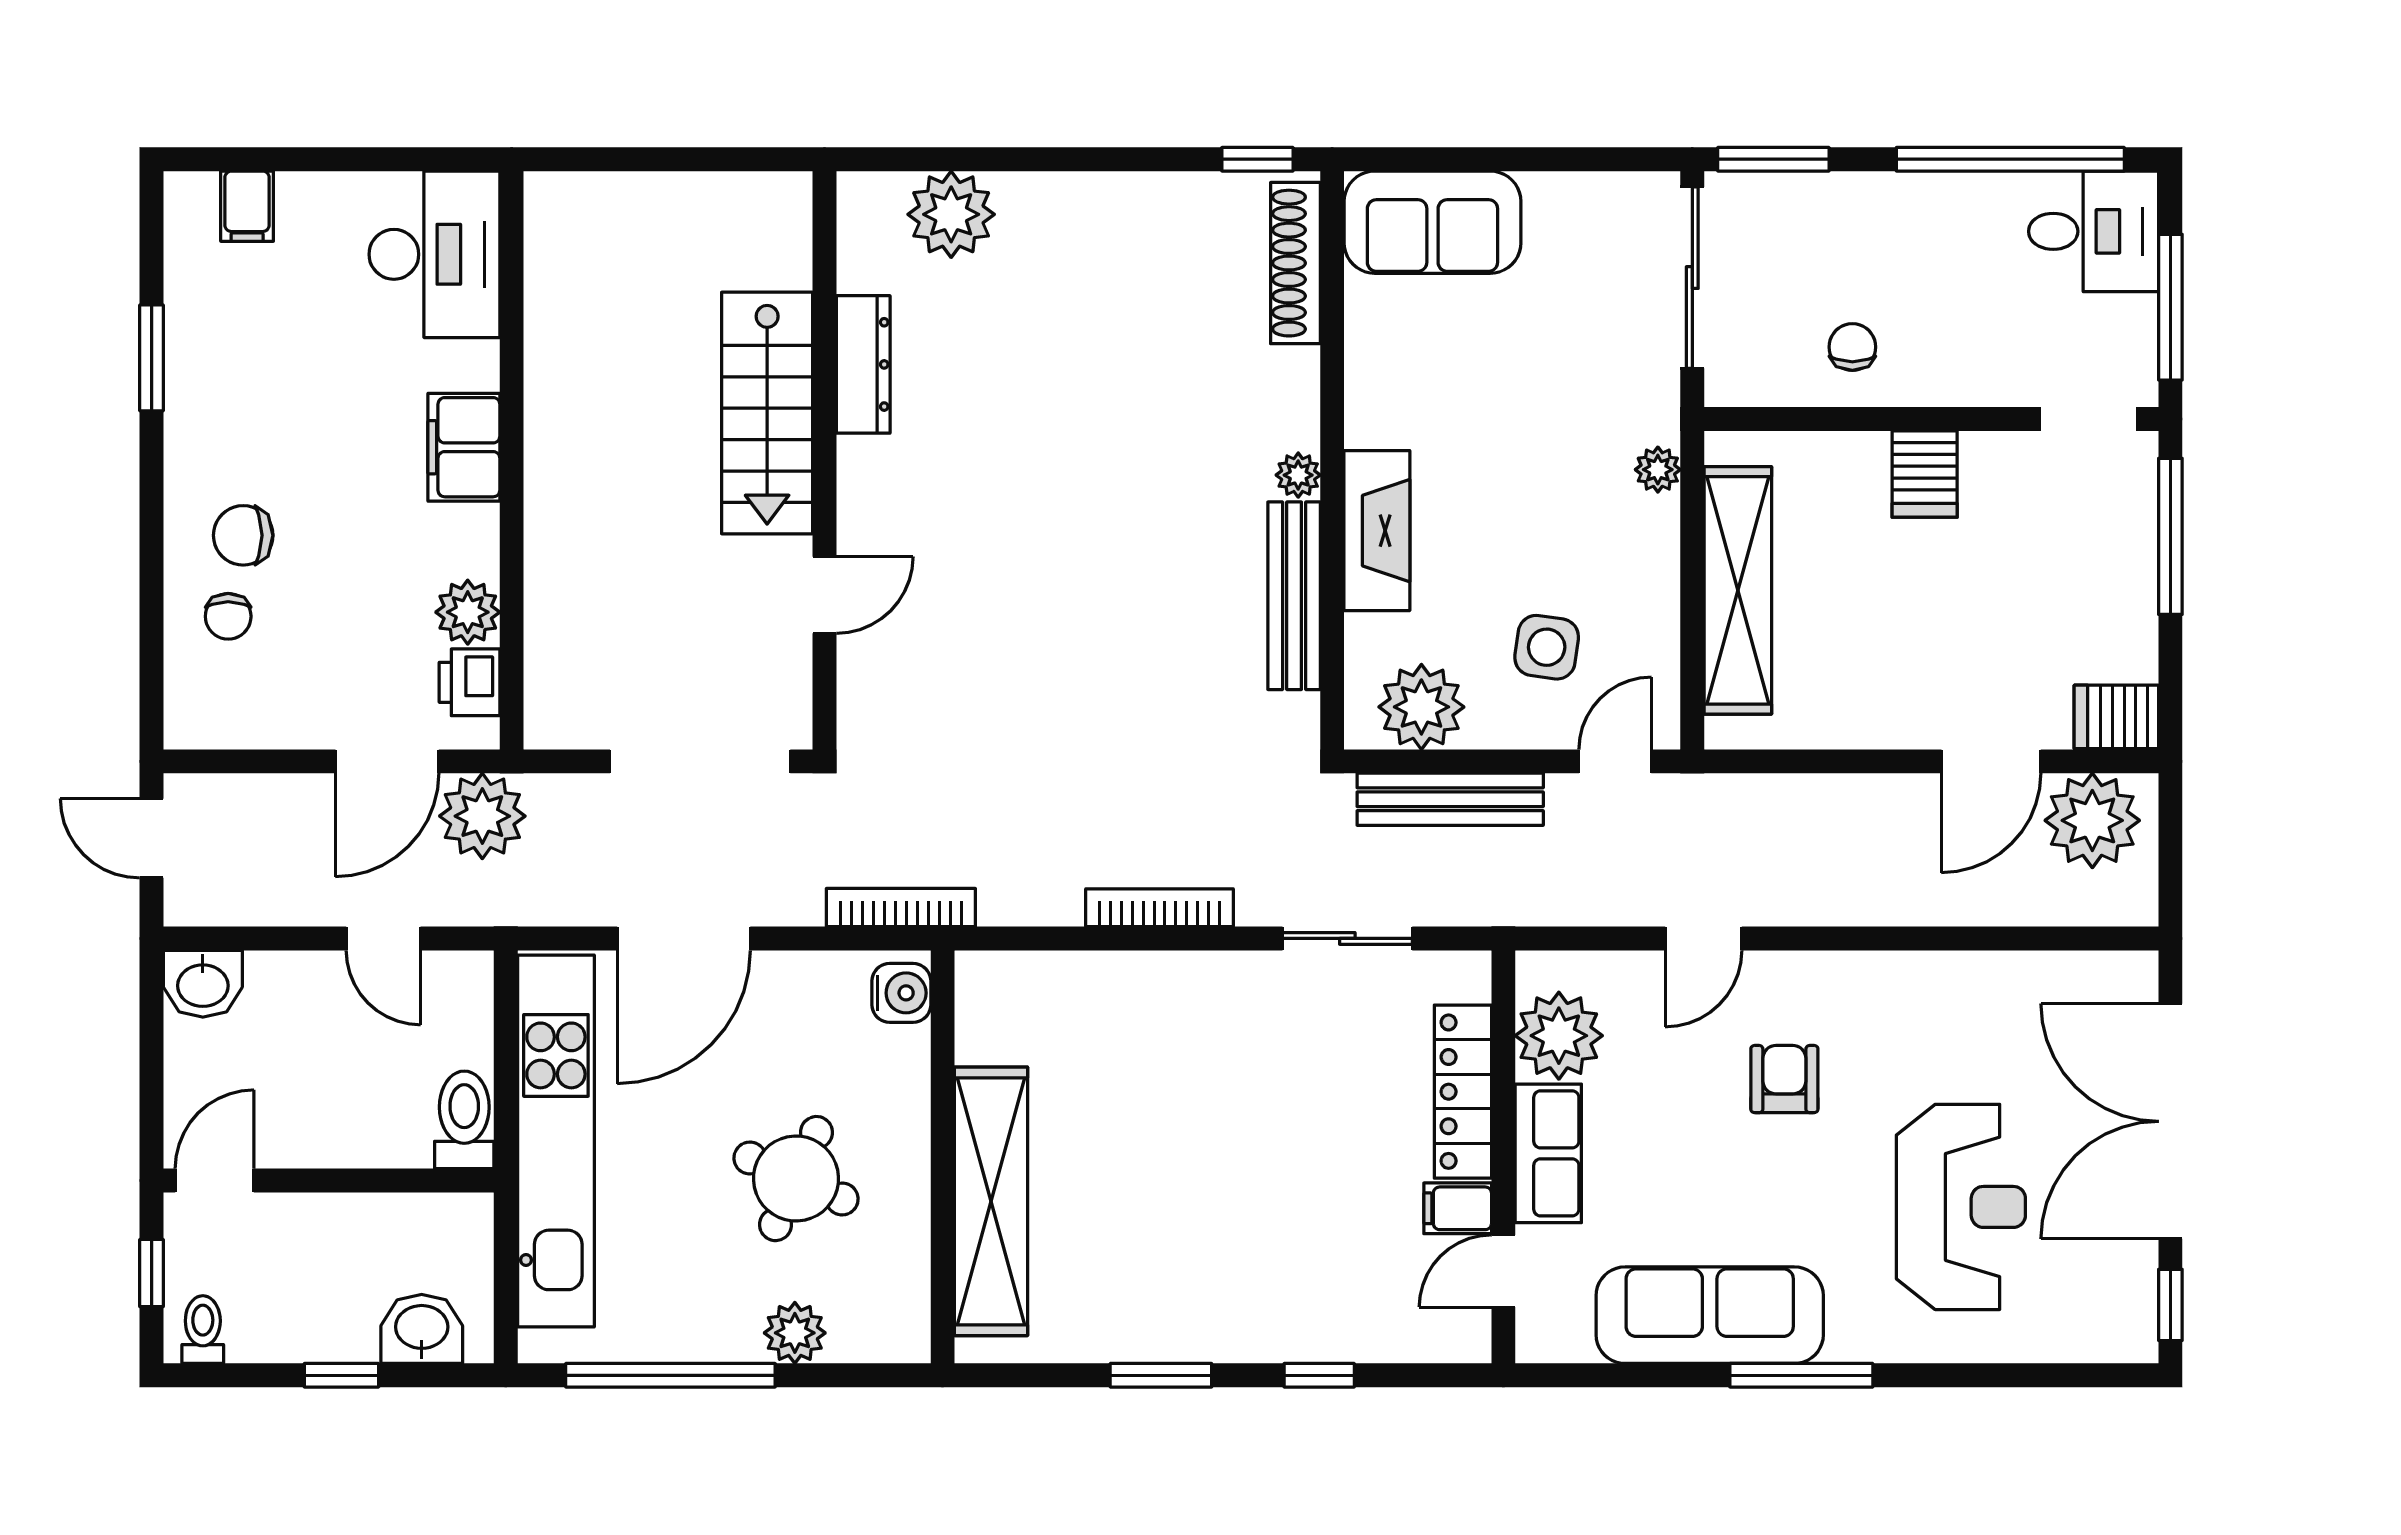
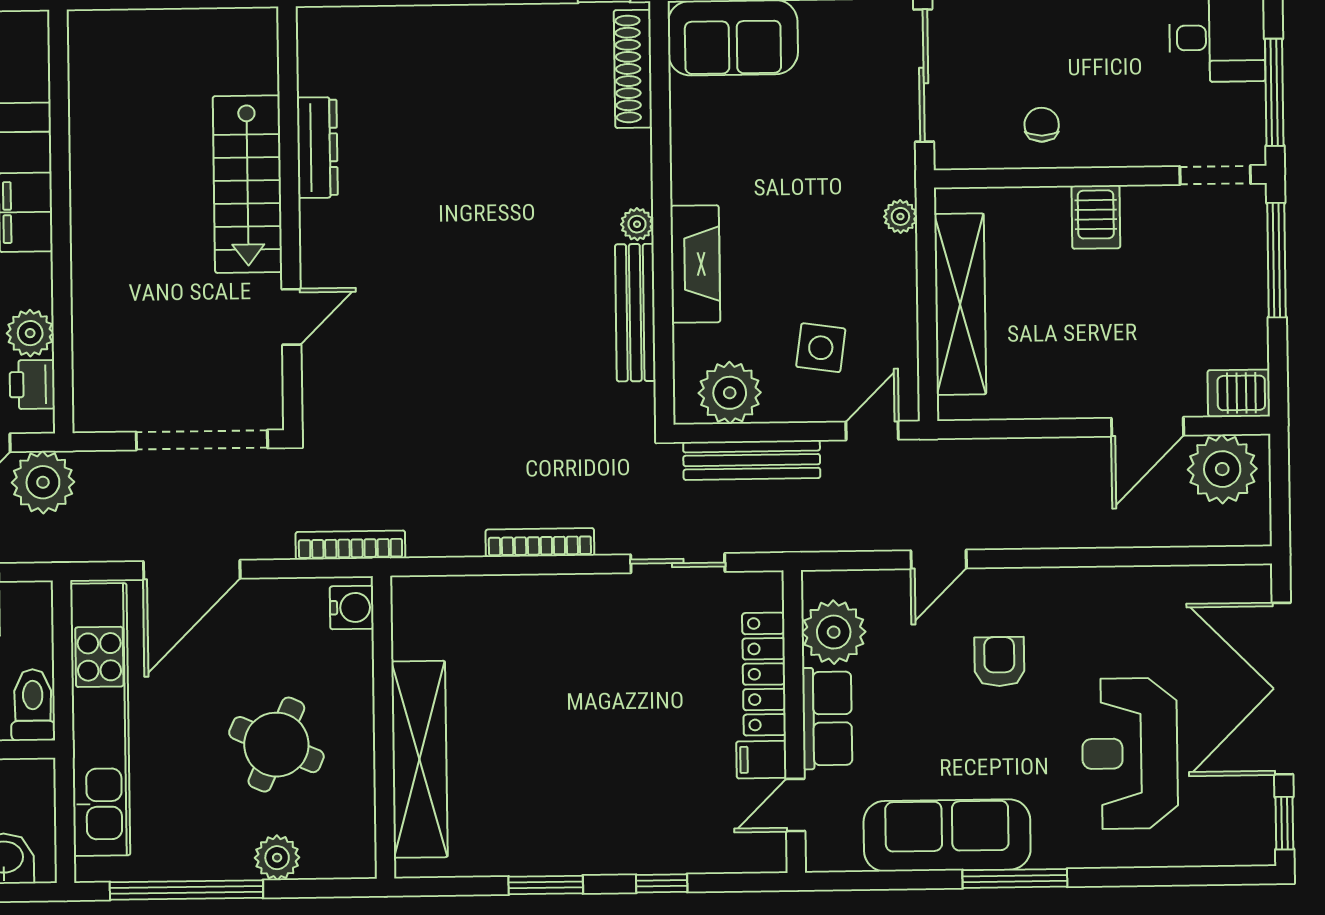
plant: (951, 214) -> (380, 37), removed
reception desk: (1961, 1207) -> (1130, 753), turned 180

